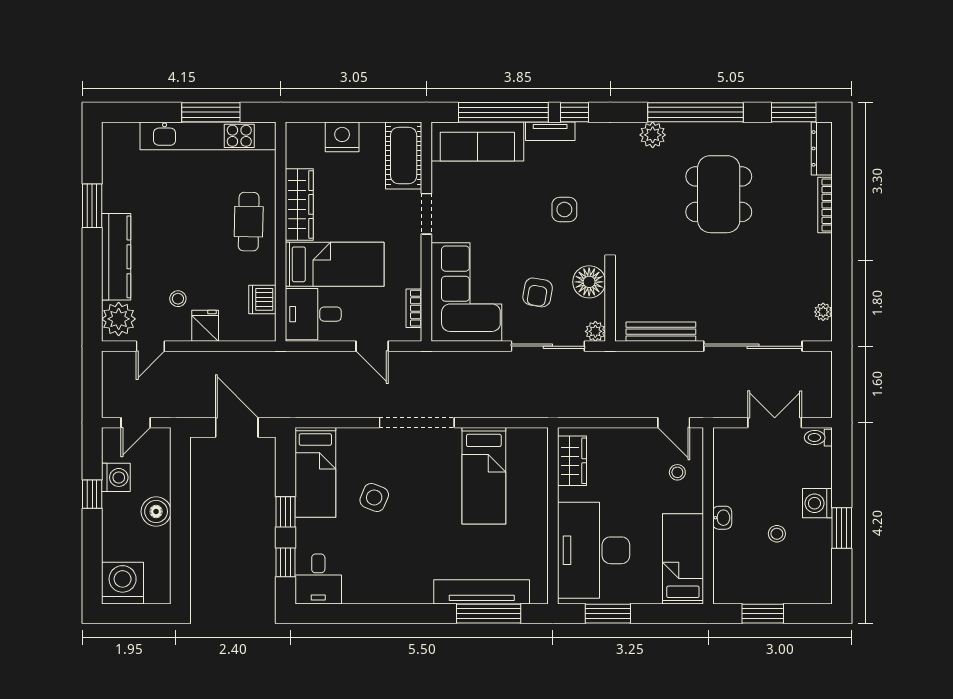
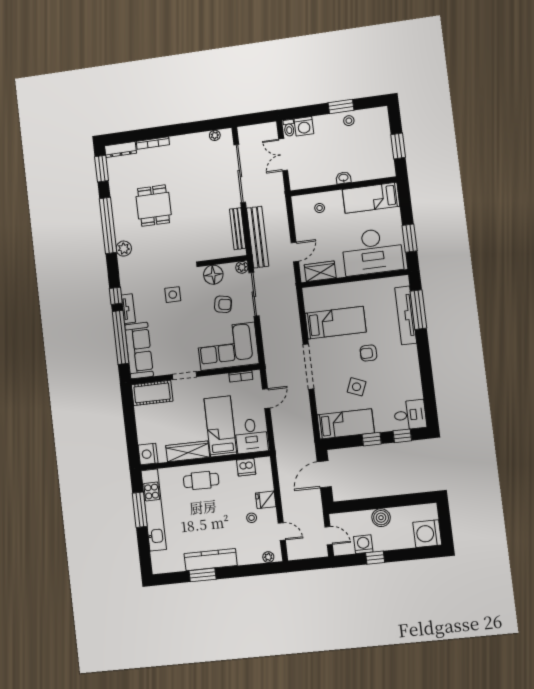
nightstand: (342, 137) -> (148, 454), moved
dining table: (719, 194) -> (154, 206), width x0.73
kitchen counter: (116, 257) -> (211, 560), moved
plant: (119, 319) -> (268, 557), width x0.53, depth x0.53
bench: (642, 364) -> (258, 237), added
door: (674, 423) -> (295, 252), moved
washing machine: (817, 503) -> (304, 126), moved
armchair: (427, 524) -> (368, 353), added
stool: (777, 534) -> (349, 121), moved

